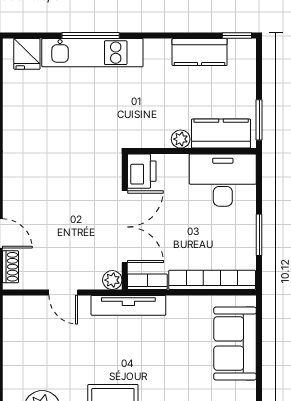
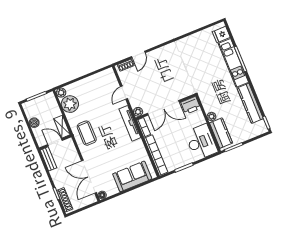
kitchen counter: (200, 52) -> (250, 103), width x1.50

